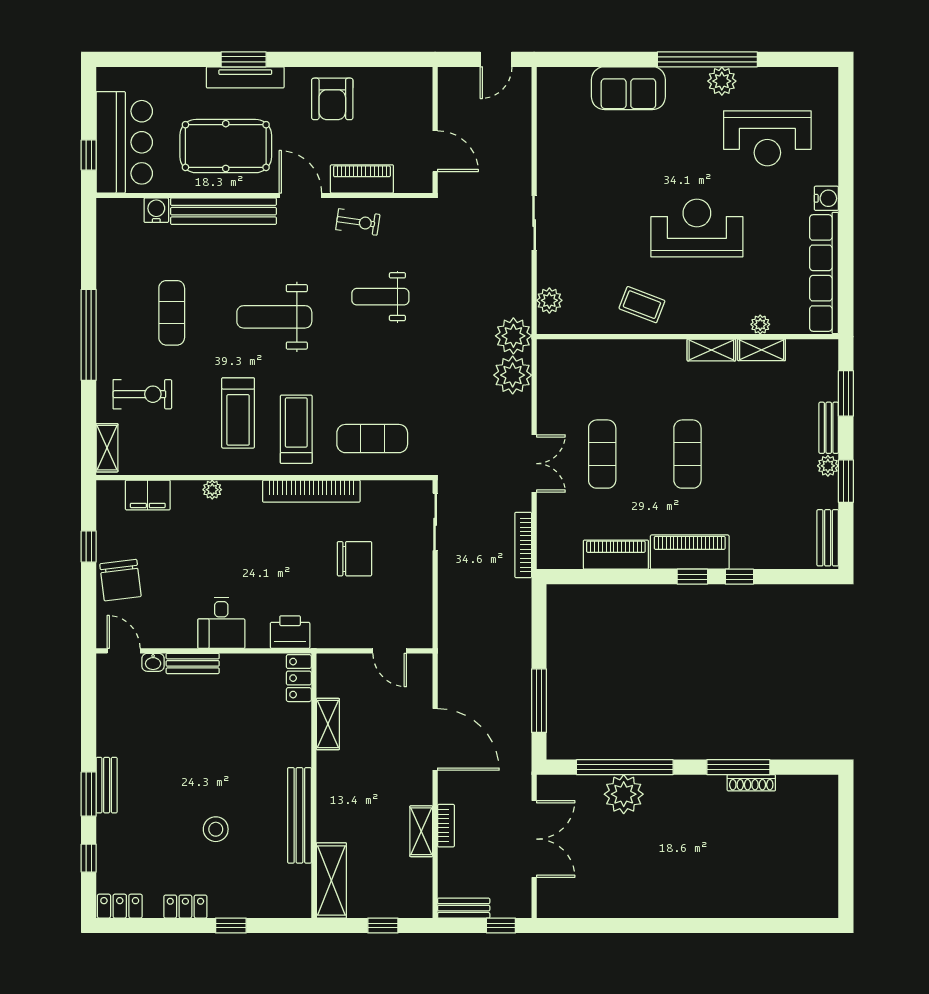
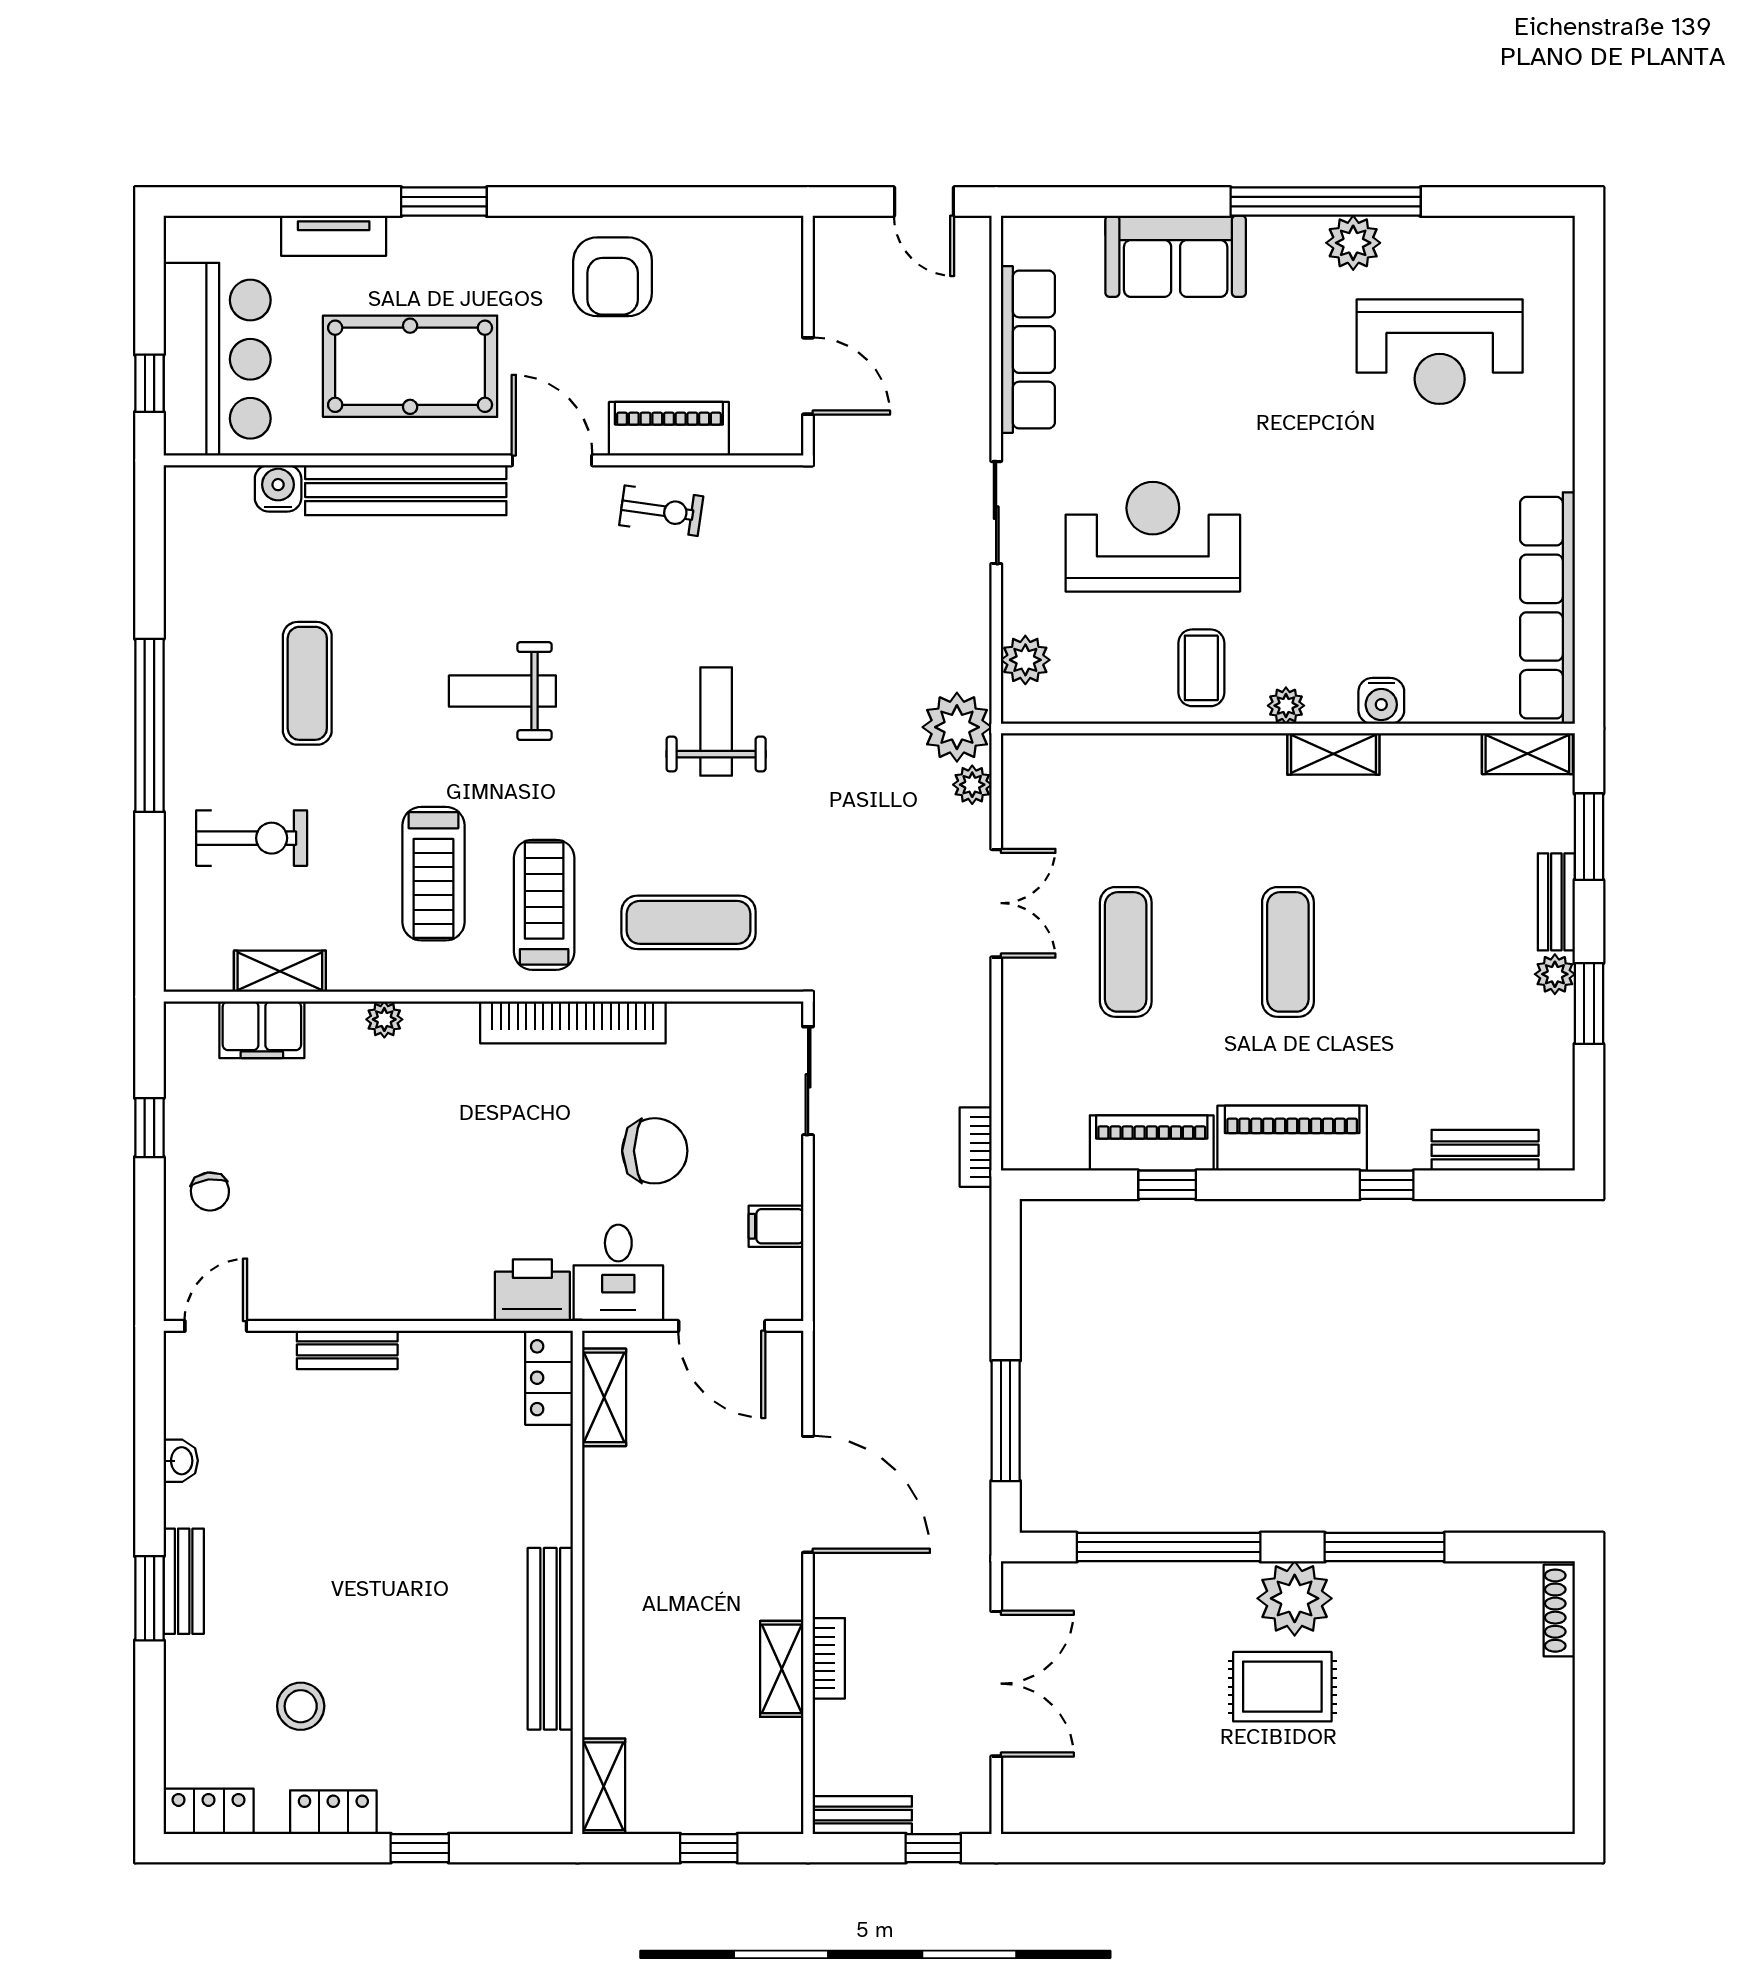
door: (496, 59) -> (924, 202), hinge flipped
tv unit: (245, 77) -> (334, 236), moved, width x0.71
row of seats: (551, 137) -> (1028, 350), added
water cooler: (826, 198) -> (1381, 701), moved, turned 90
reception desk: (697, 228) -> (1153, 537), moved
weight bench: (380, 297) -> (716, 722), moved, turned 90
coffee table: (642, 305) -> (1201, 668), turned 69
weight bench: (274, 317) -> (502, 691), width x0.73, depth x0.75
plant: (760, 324) -> (1286, 706), moved
shelving: (762, 350) -> (1527, 754), moved
plant: (513, 375) -> (972, 785), width x0.53, depth x0.53
shelving: (107, 448) -> (280, 971), moved, turned 90
double door: (534, 464) -> (996, 903), moved
bench: (828, 538) -> (1485, 1150), moved, turned 90
bookcase: (523, 545) -> (976, 1147), width x0.64
window: (692, 577) -> (1167, 1185), moved
chair: (120, 580) -> (210, 1192), width x0.54, depth x0.54
filing cabinet: (418, 598) -> (776, 1226), added
desk: (221, 623) -> (618, 1273), moved
door: (124, 651) -> (216, 1326), hinge flipped
door: (390, 651) -> (722, 1326), width x1.38
washbasin: (153, 662) -> (181, 1461), moved, turned -90
shelving: (328, 724) -> (604, 1397), moved
shoe rack: (751, 783) -> (1559, 1611), moved, turned 90
plant: (624, 794) -> (1295, 1598), moved
stool: (216, 829) -> (301, 1706), moved
rug: (685, 841) -> (1282, 1687), added
window: (89, 858) -> (149, 1720), removed
shelving: (331, 880) -> (604, 1786), width x0.67, depth x0.75

